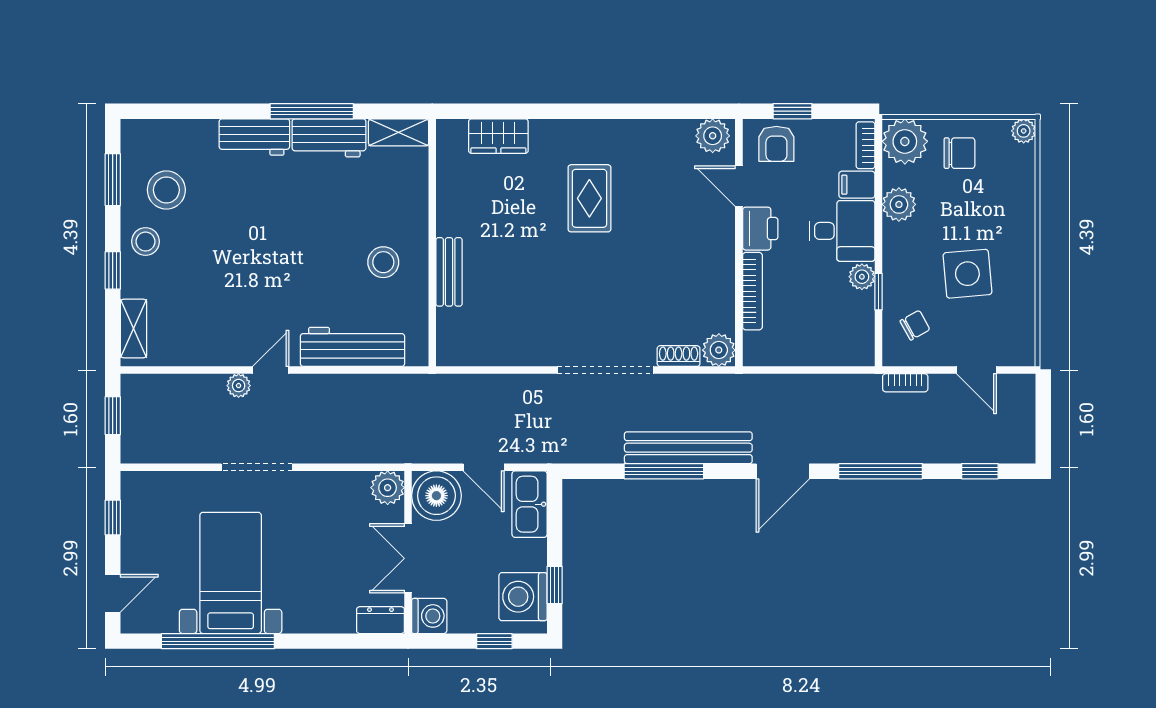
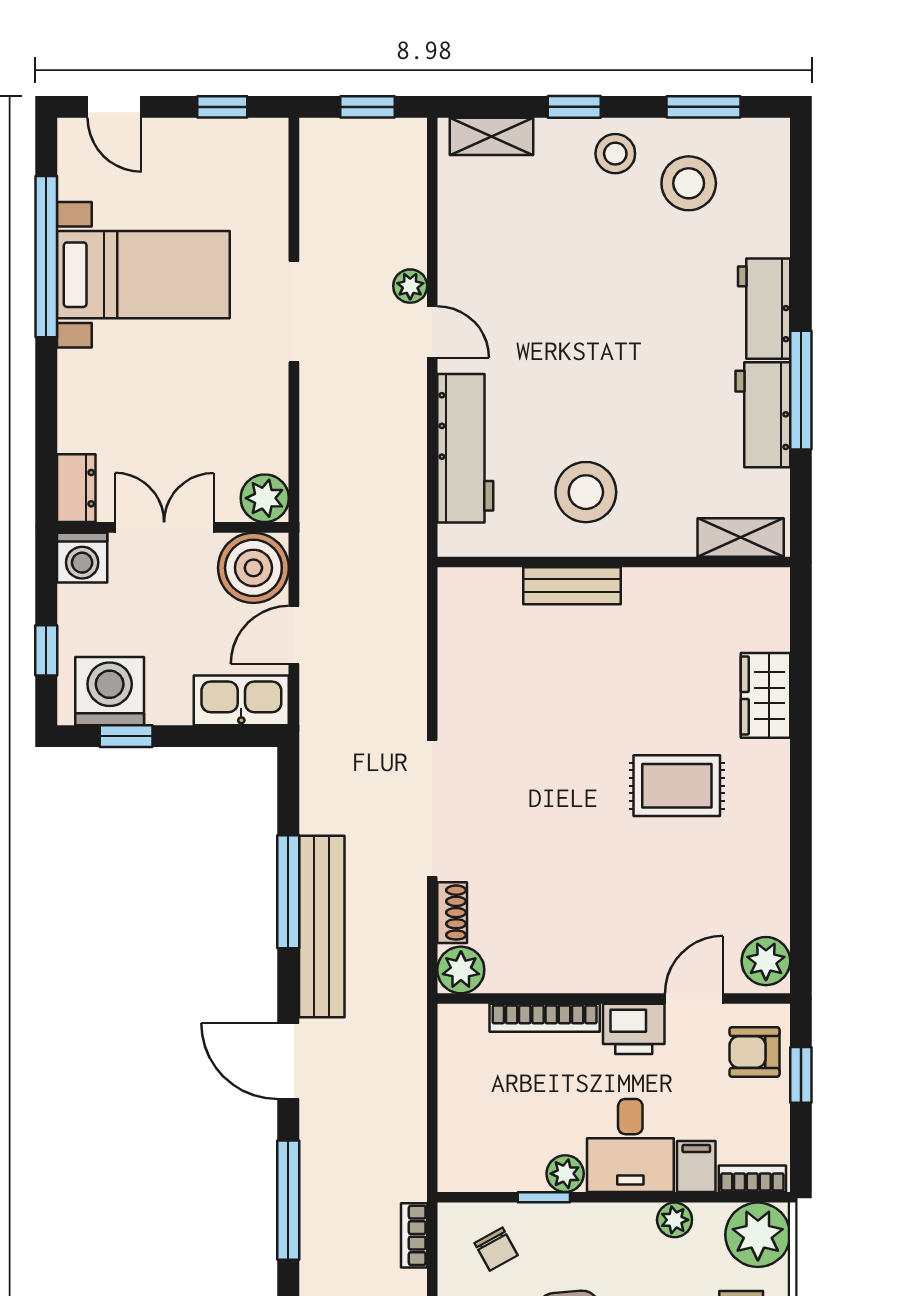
shelving: (399, 132) -> (741, 537), moved, turned 90
wardrobe: (498, 136) -> (765, 695), moved
plant: (899, 204) -> (675, 1220), width x0.73, depth x0.73
stool: (383, 262) -> (586, 492), width x1.38, depth x1.38

